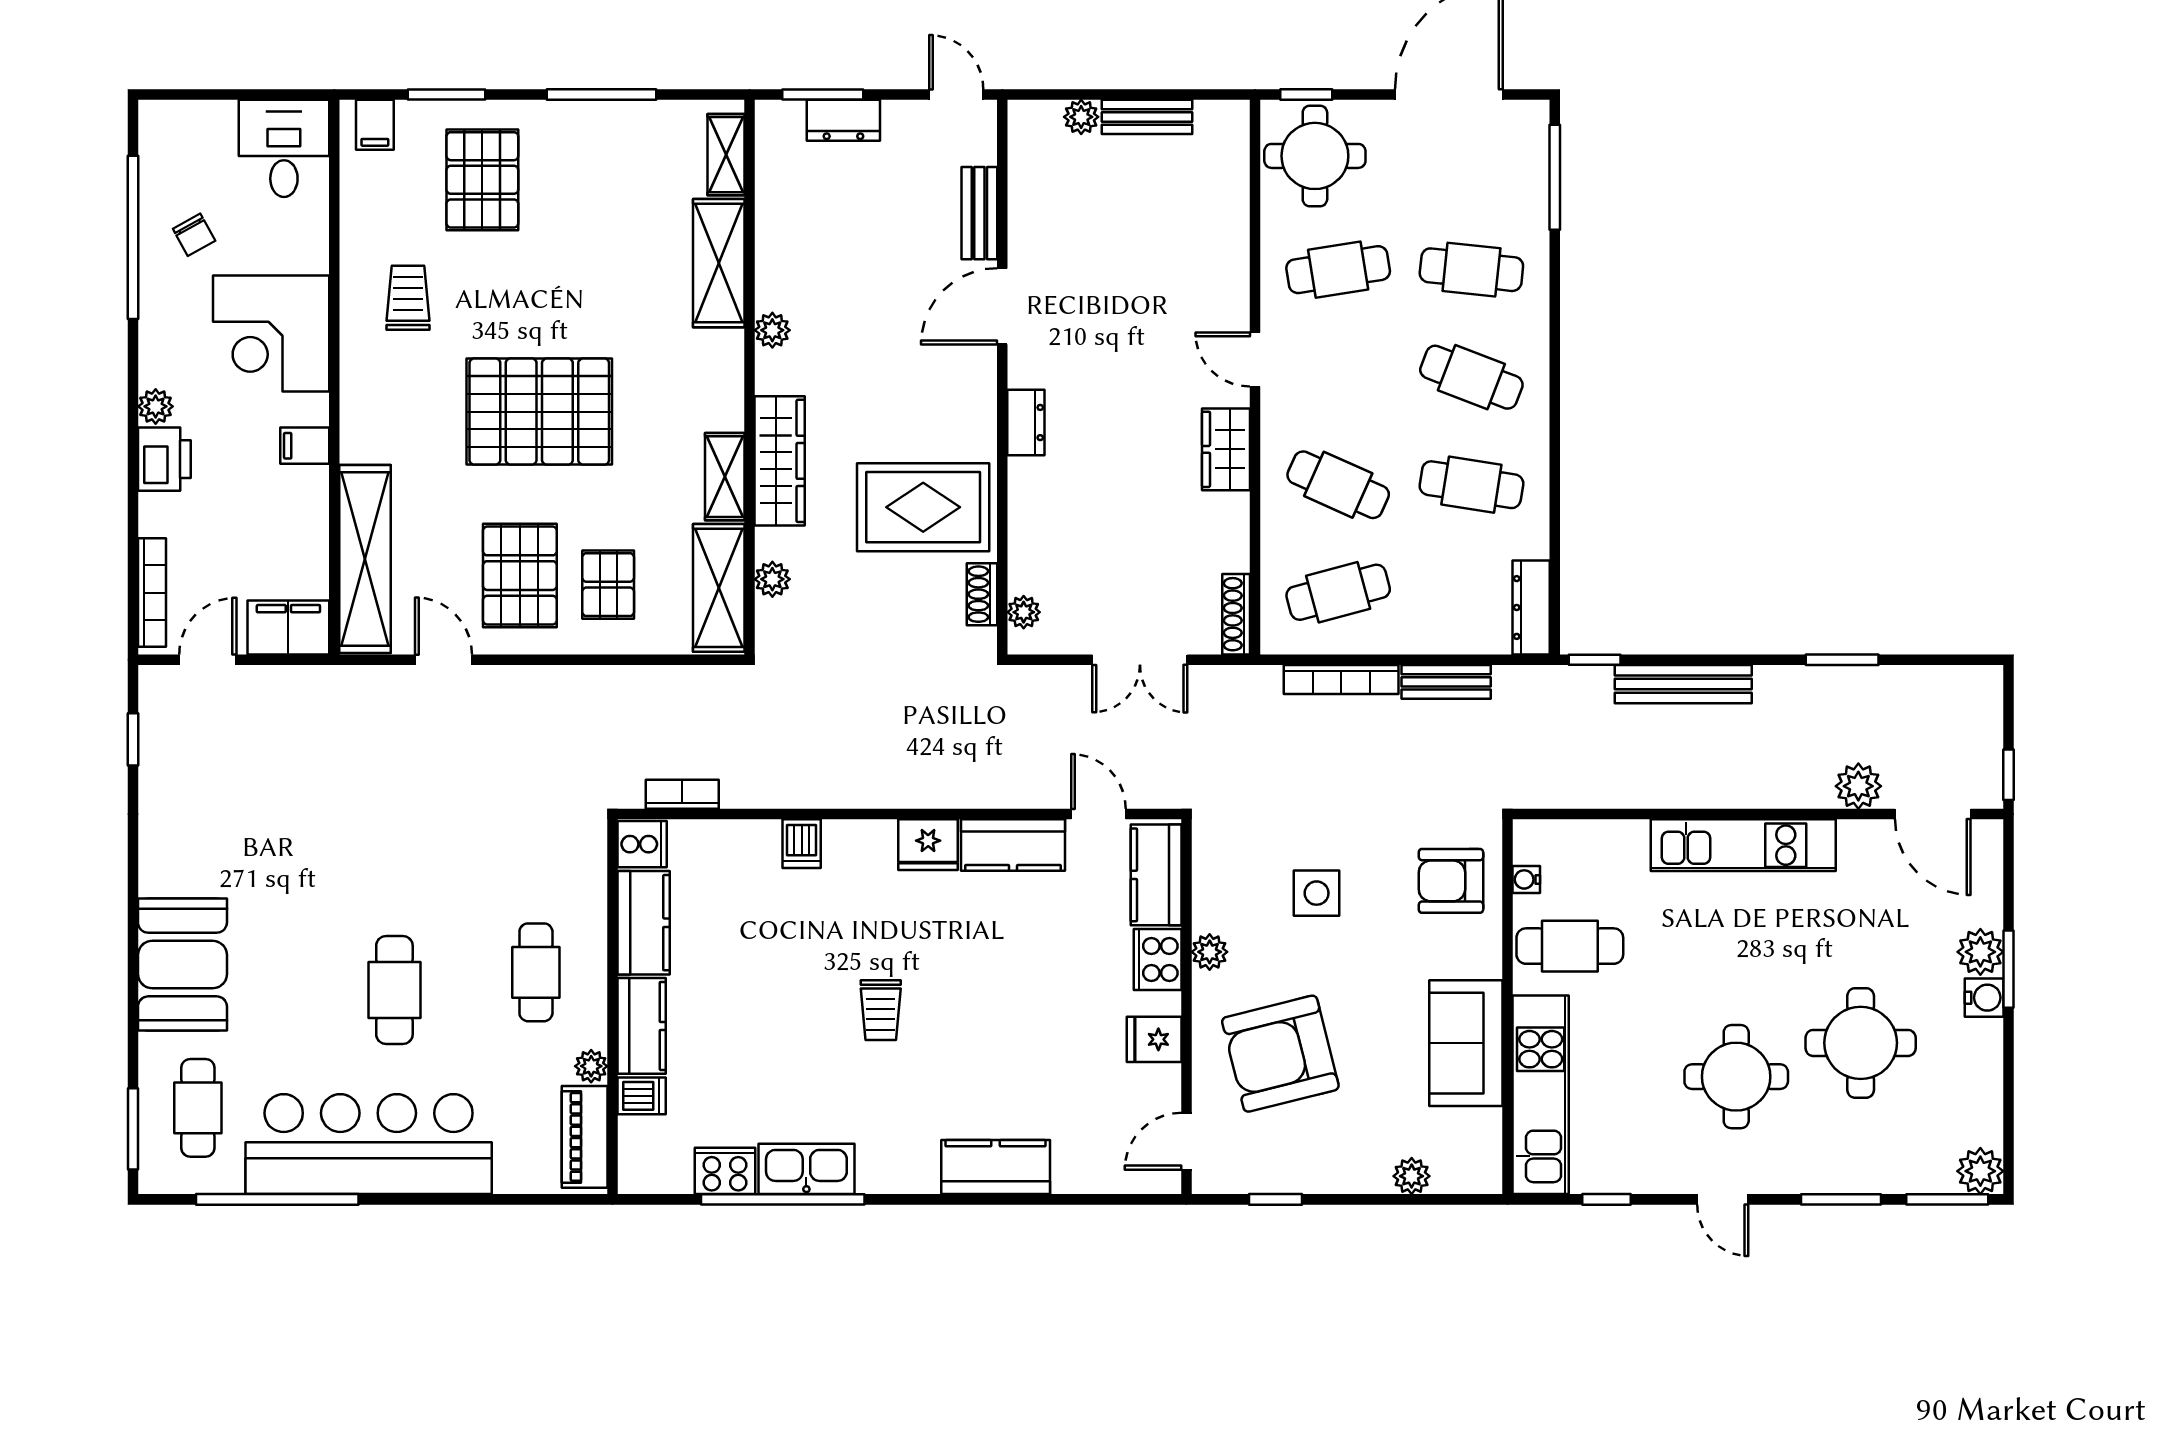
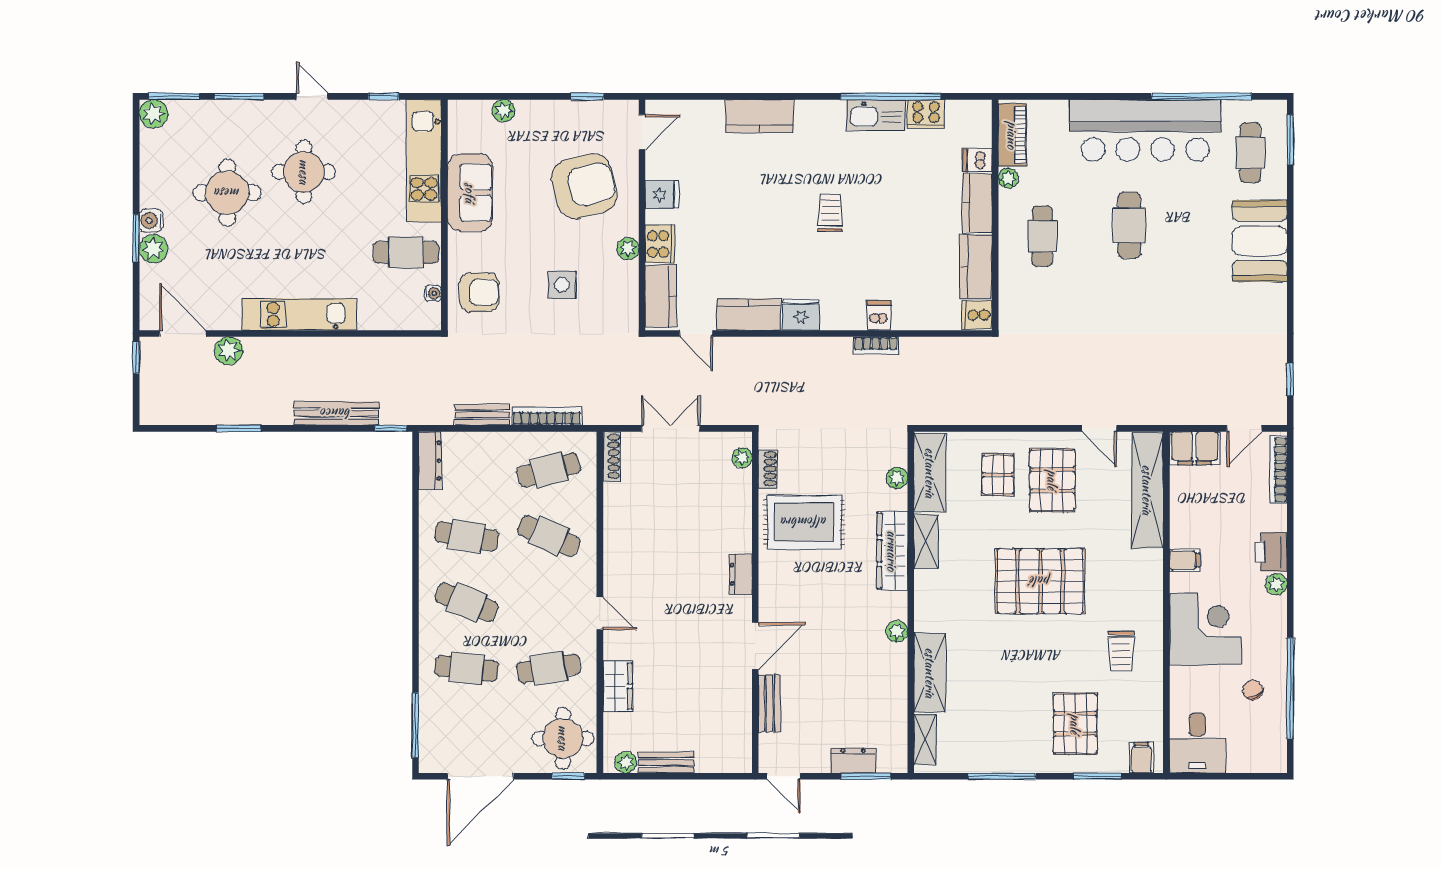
plant: (1081, 117) -> (626, 762), moved
wardrobe: (1226, 449) -> (618, 686), moved
bookcase: (682, 794) -> (876, 346), moved

